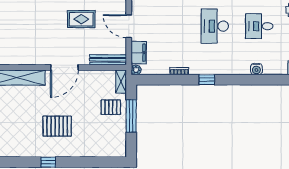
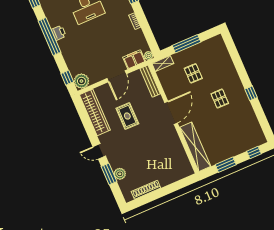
door: (64, 67) -> (171, 113), hinge flipped
pallet: (111, 107) -> (193, 73), moved
pallet: (57, 126) -> (220, 99), width x0.67, depth x0.71

